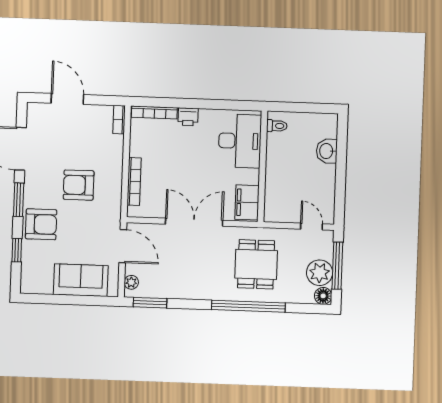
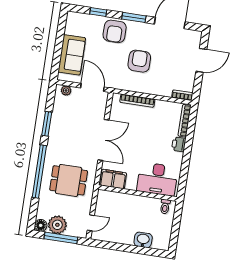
door: (123, 246) -> (92, 87), swing flipped
window: (150, 303) -> (47, 124), moved

